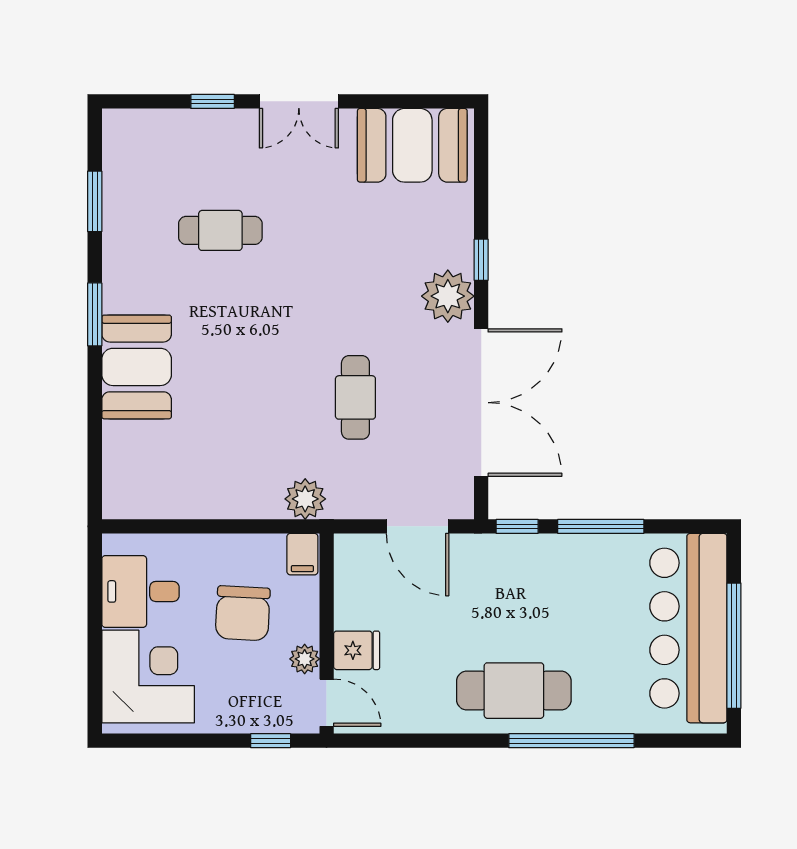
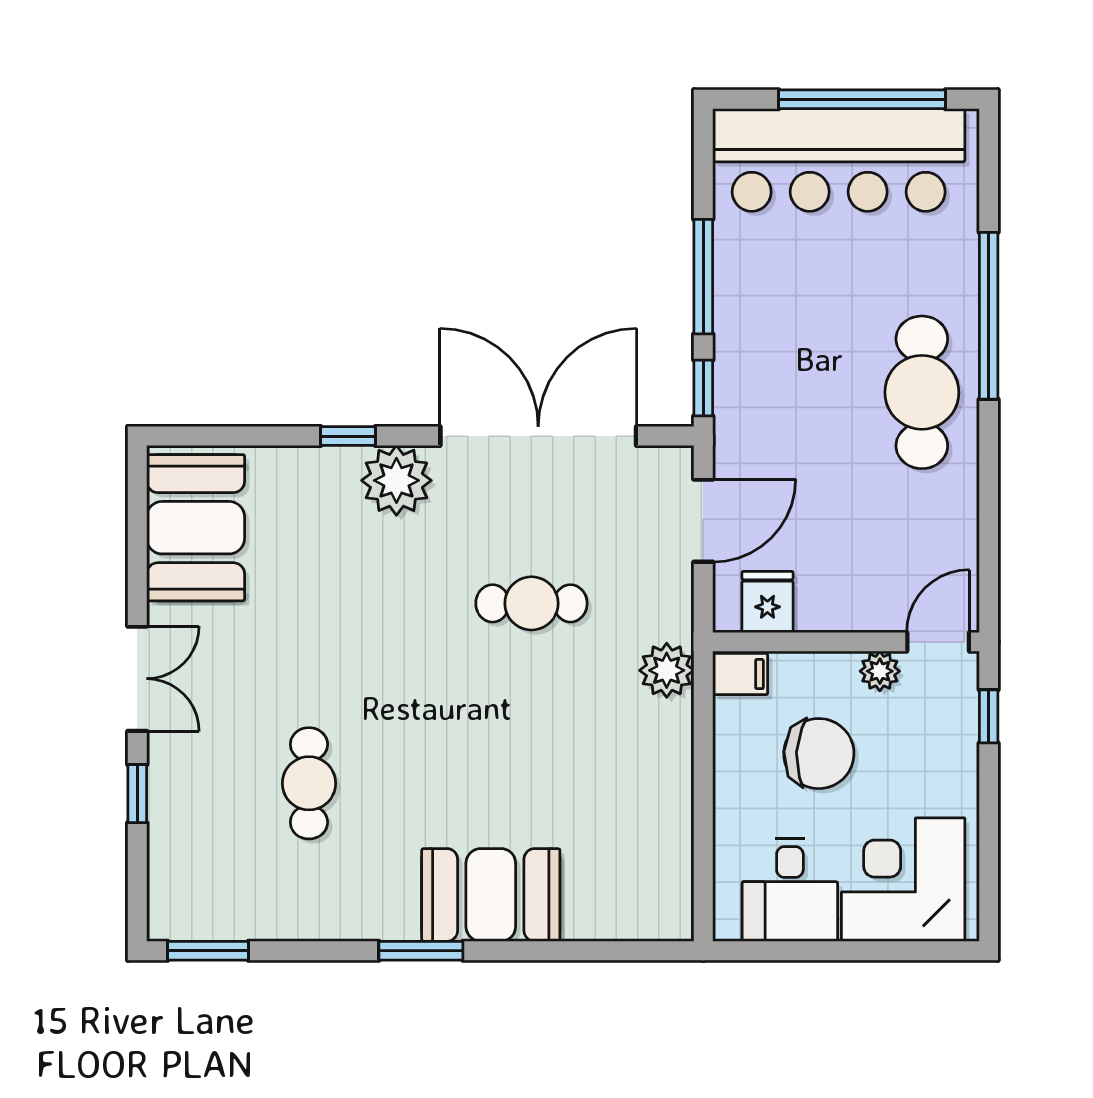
window: (95, 201) -> (208, 951), moved
fridge: (357, 650) -> (767, 602), moved

